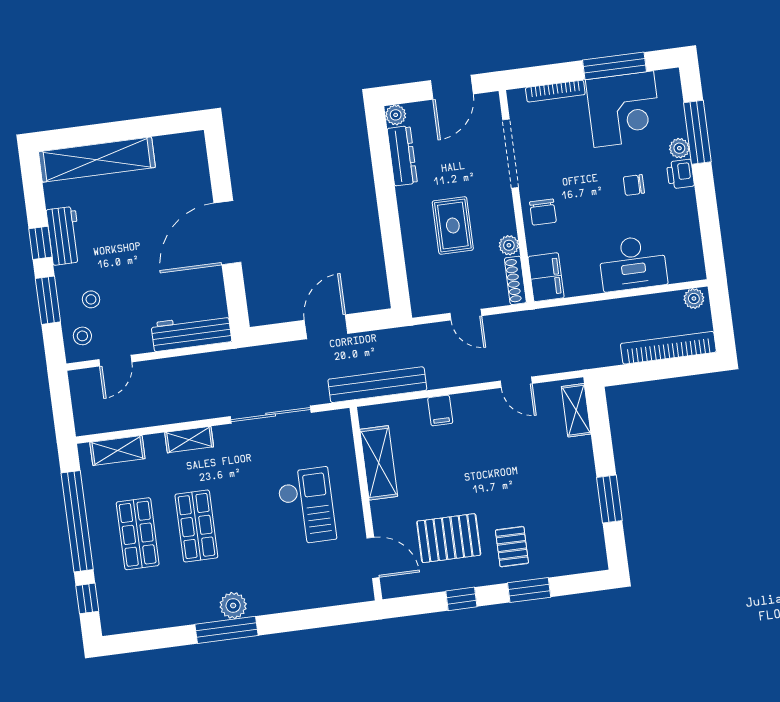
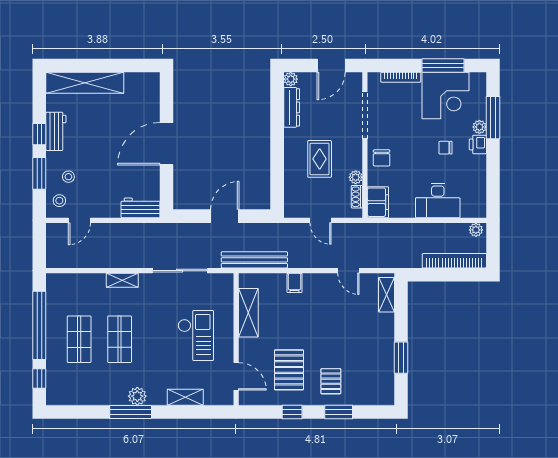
shoe rack: (515, 280) -> (357, 197), width x0.70
workbench: (191, 332) -> (141, 208), width x0.73
shelving: (117, 450) -> (185, 397), moved
pallet: (449, 538) -> (289, 370), turned 90

